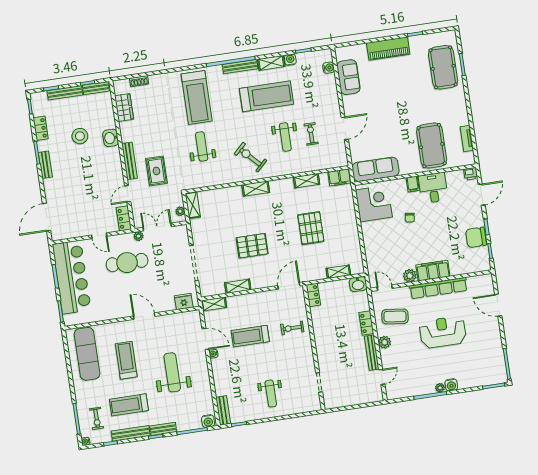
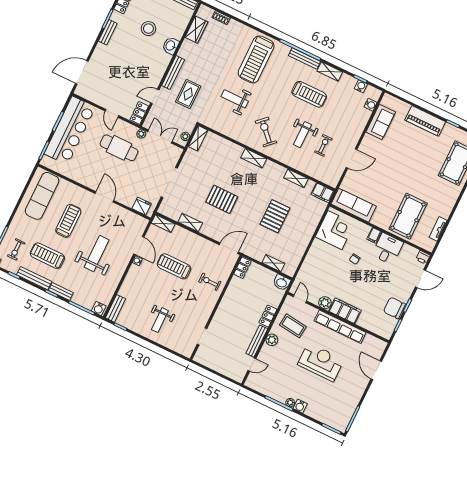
water cooler: (290, 60) -> (361, 86), moved
treadmill: (266, 96) -> (309, 94), width x0.73, depth x0.73
weight bench: (202, 146) -> (235, 99), turned -90

